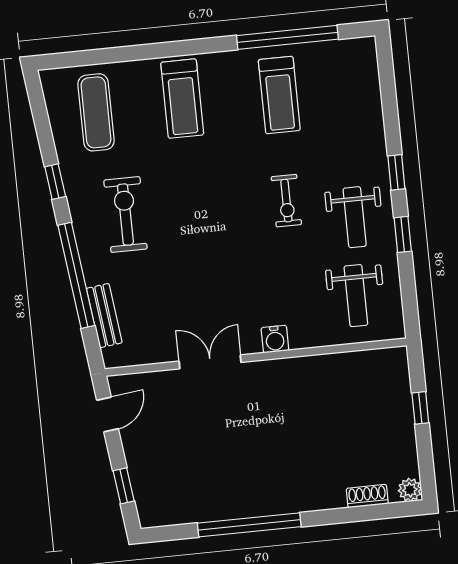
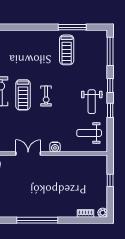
window: (287, 37) -> (72, 27), width x0.68
window: (388, 88) -> (110, 51), added
treadmill: (182, 99) -> (23, 95), moved
exercise bike: (286, 201) -> (46, 96), moved
weight bench: (356, 296) -> (89, 133), turned 90

